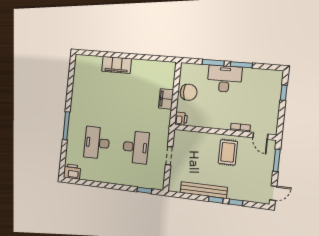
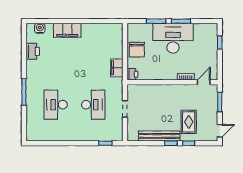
water cooler: (89, 60) -> (40, 28), added
desk: (224, 79) -> (173, 38), width x1.36, depth x1.30
chair: (189, 92) -> (137, 50), turned 90
filing cabinet: (166, 99) -> (117, 68), moved
door: (260, 136) -> (204, 82), swing flipped
rug: (228, 152) -> (189, 122), moved
printer: (72, 172) -> (33, 51), moved, turned 90

